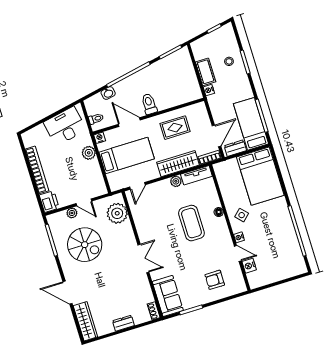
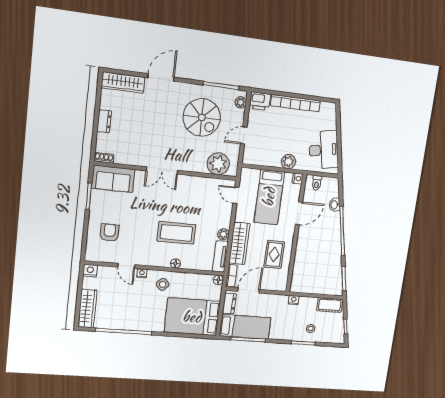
cot: (206, 72) -> (330, 305), moved
toilet: (149, 104) -> (307, 239), removed
door: (217, 136) -> (249, 290), swing flipped
floor lamp: (218, 168) -> (218, 280), added
plant: (72, 213) -> (241, 102), moved
spiral stairs: (85, 245) -> (202, 117), turned -90
door: (238, 253) -> (126, 266), hinge flipped
nightstand: (249, 266) -> (90, 271), moved
wardrobe: (289, 271) -> (87, 308), added

